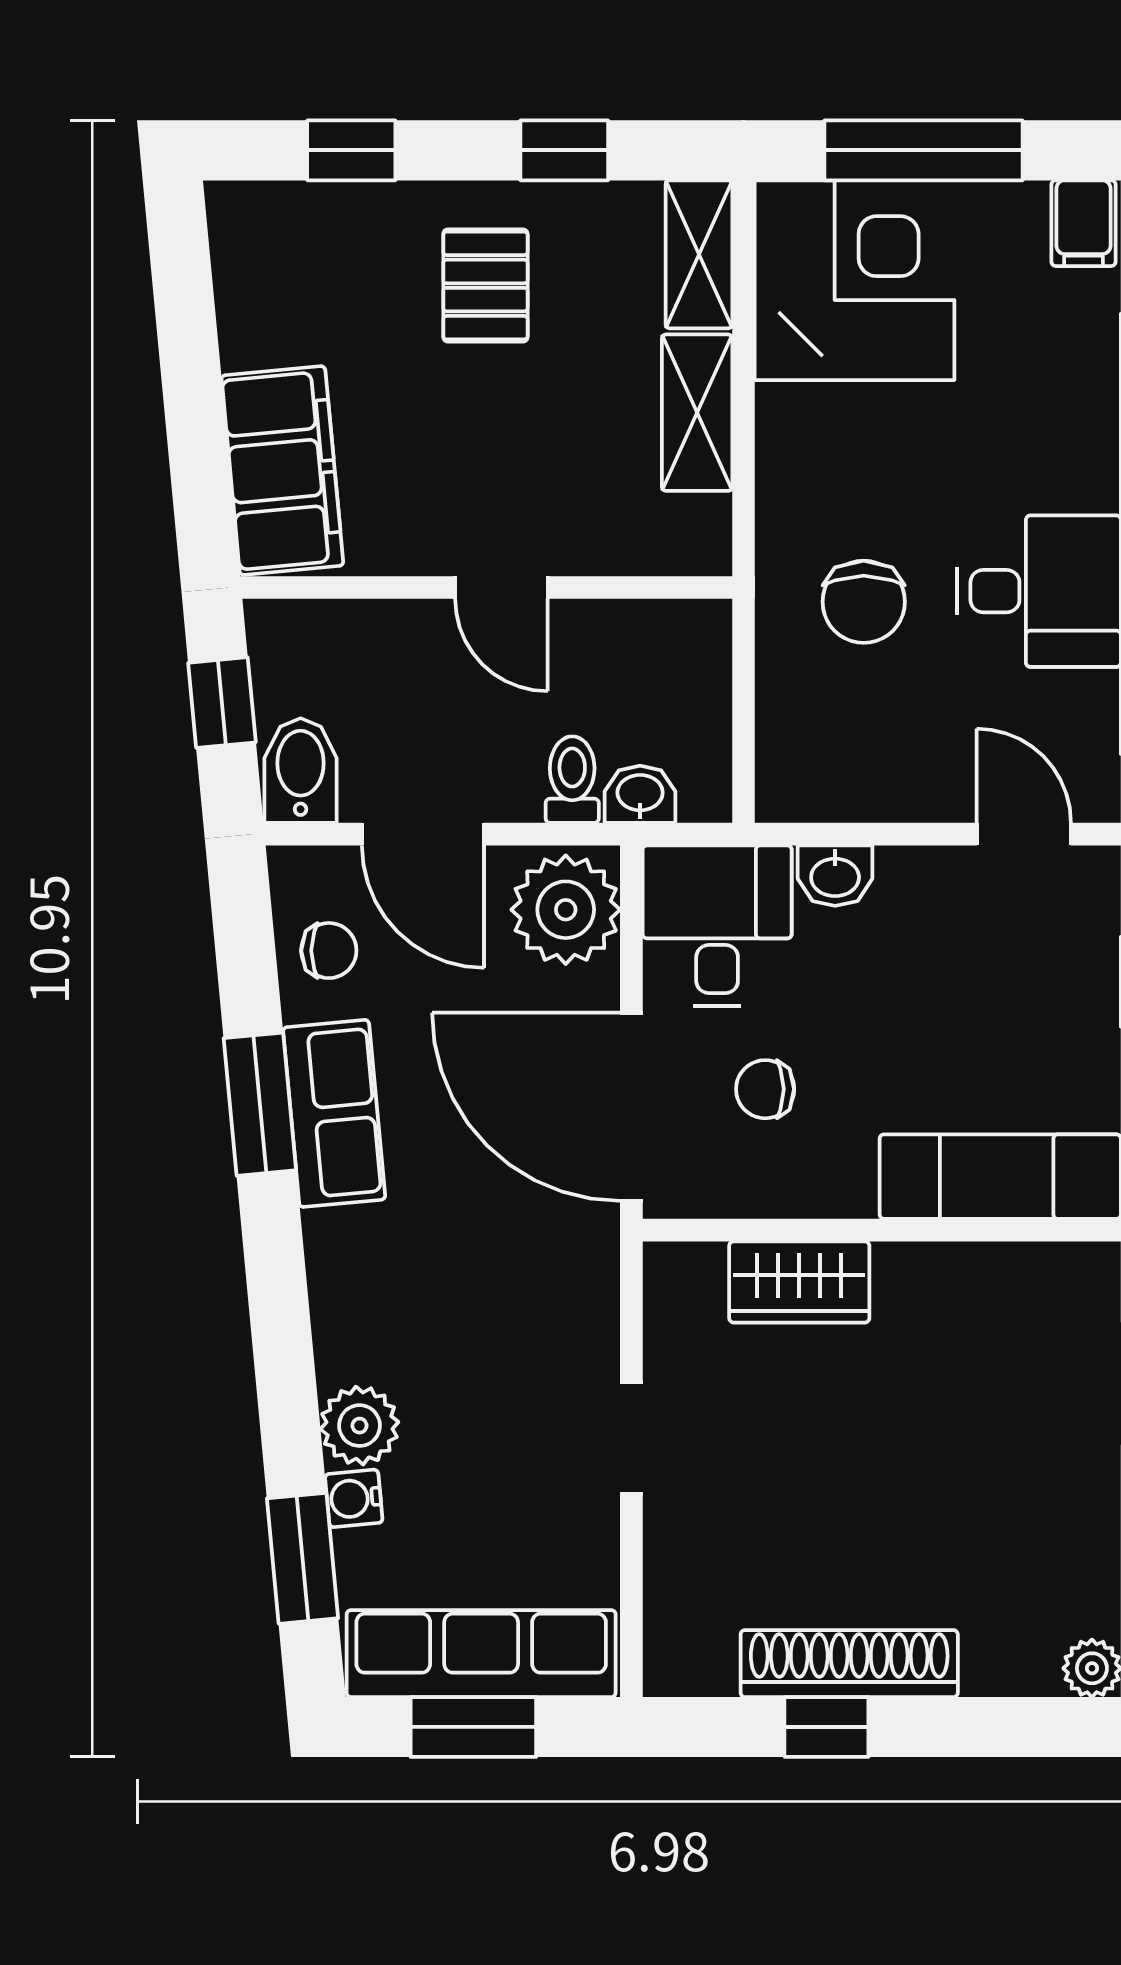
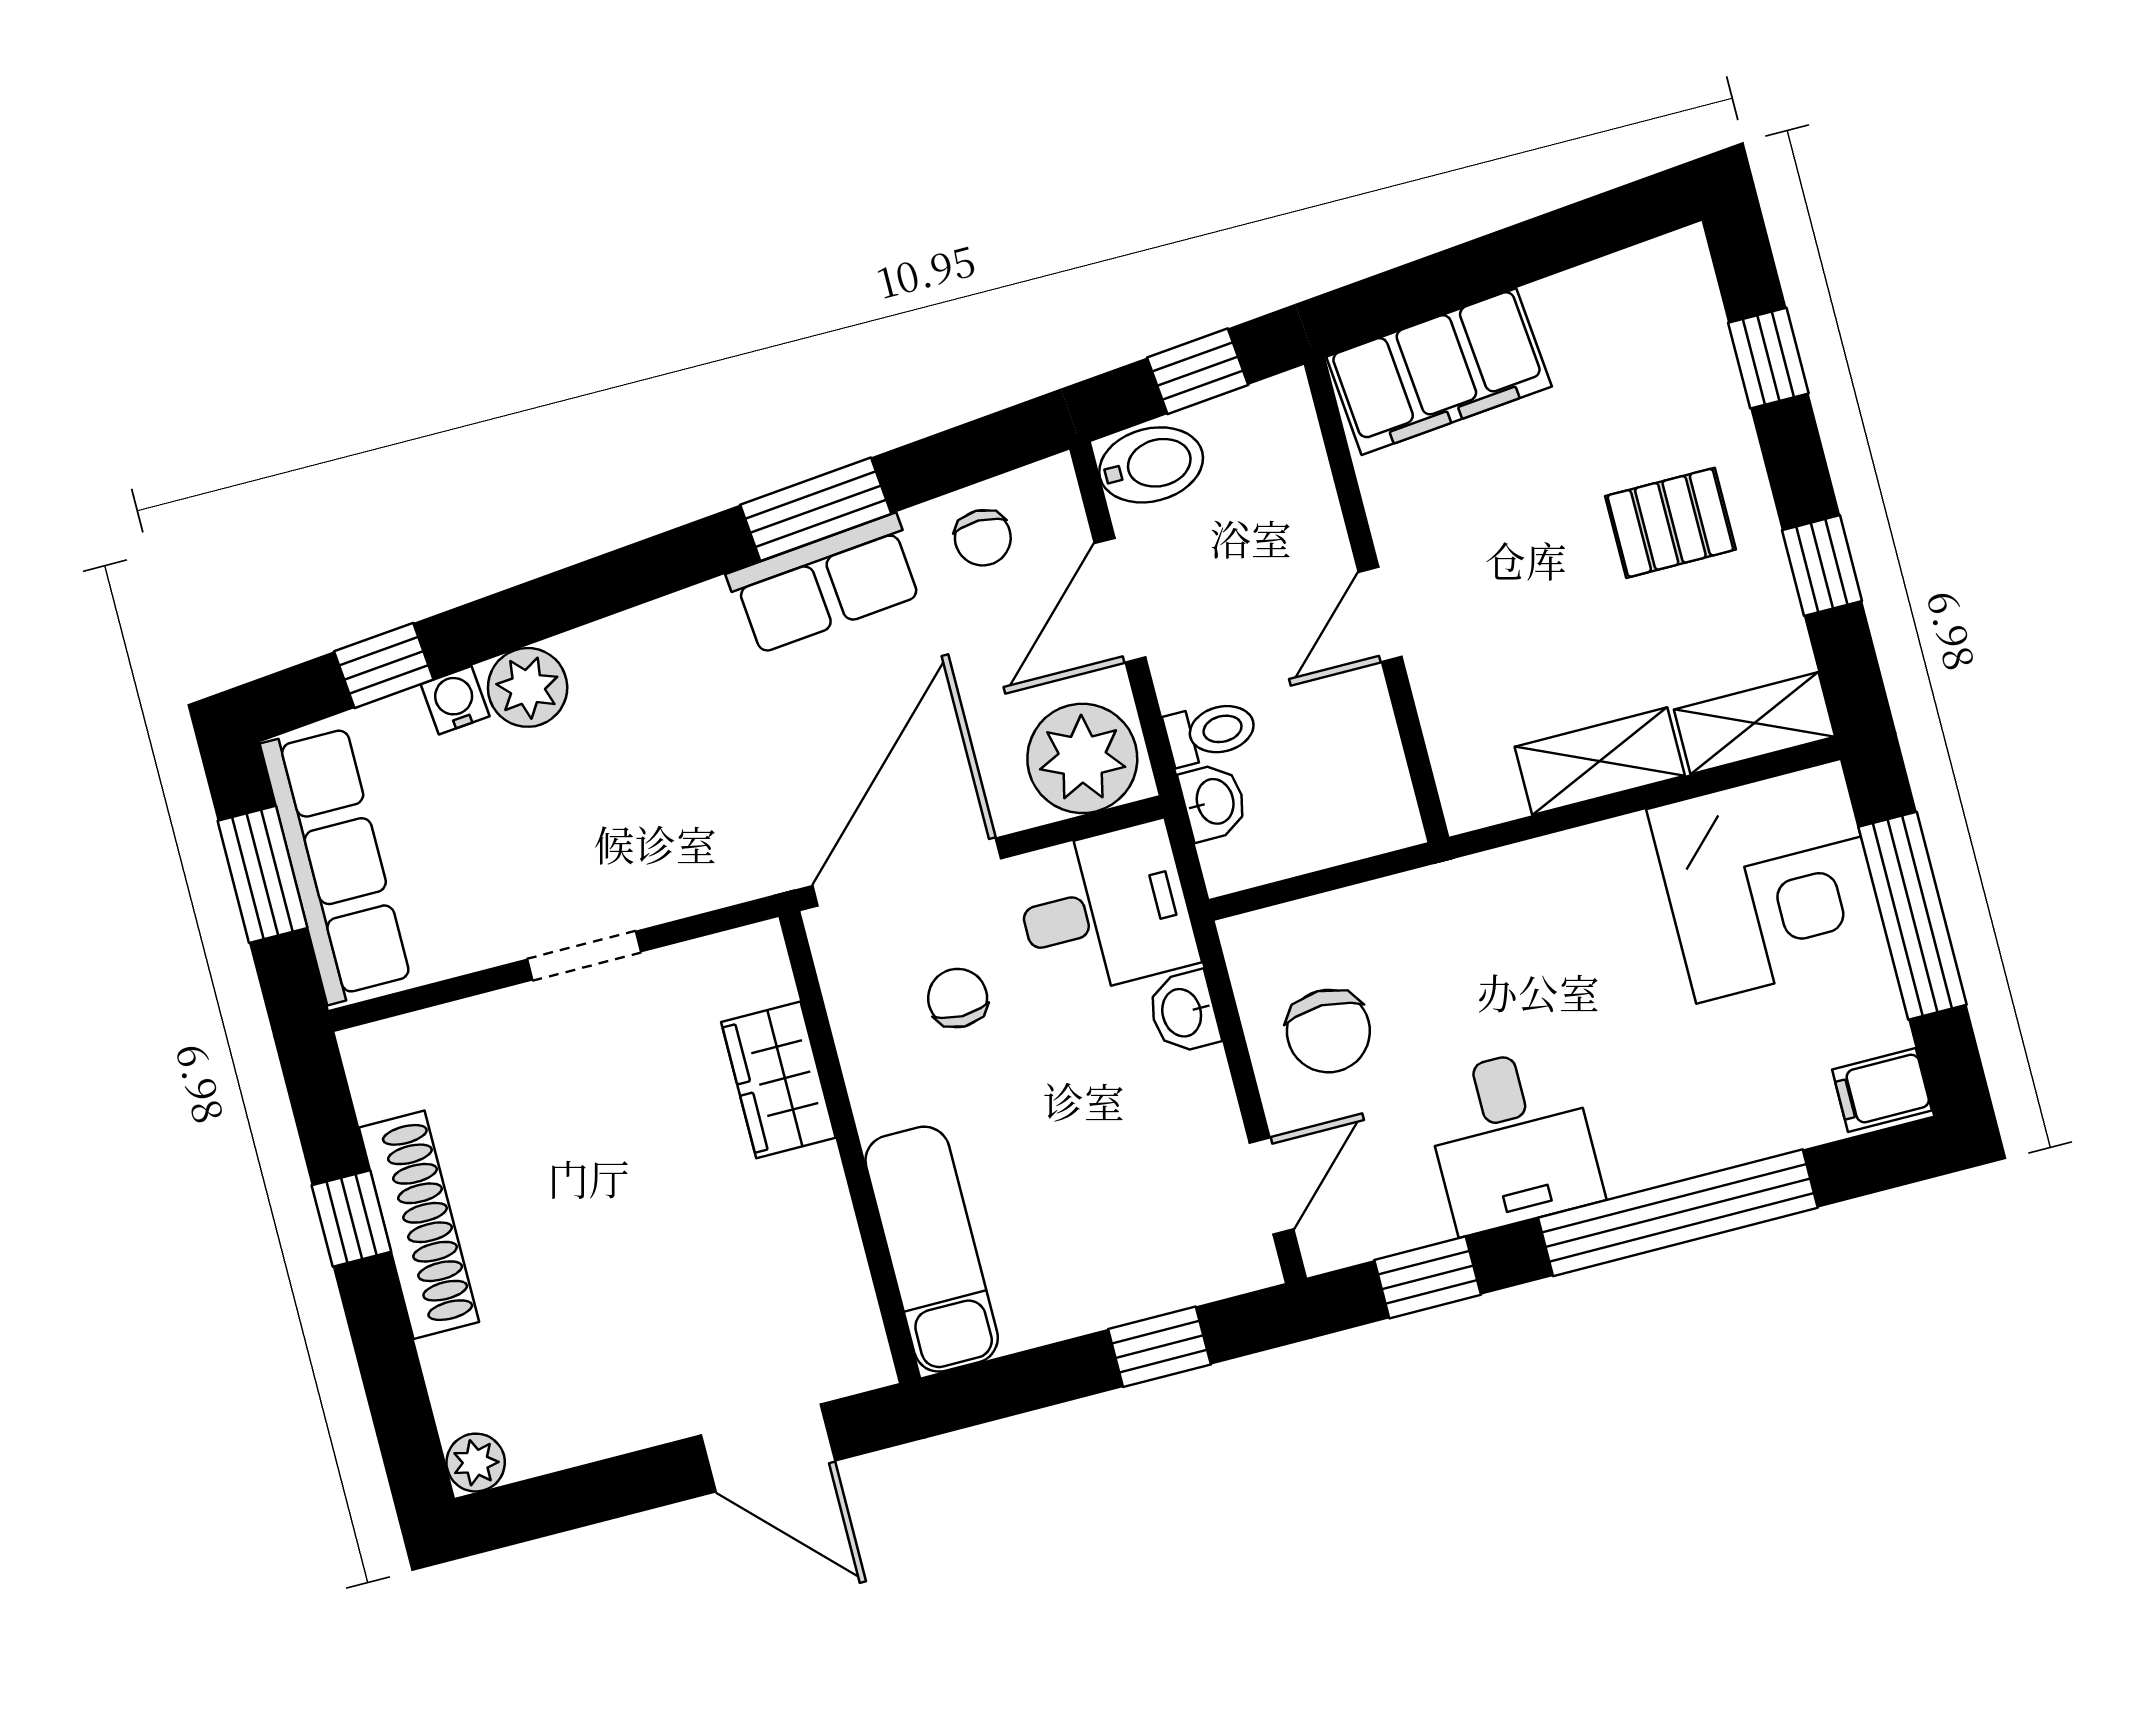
chair: (864, 602) -> (1328, 1031), moved, turned -90
window: (303, 1558) -> (384, 665), width x0.67

